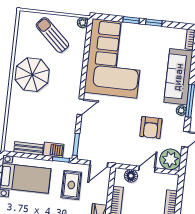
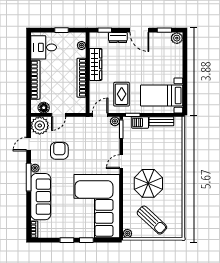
parasol: (32, 75) -> (148, 183), moved
plant: (83, 154) -> (115, 121), added
floor lamp: (131, 176) -> (44, 108), moved

